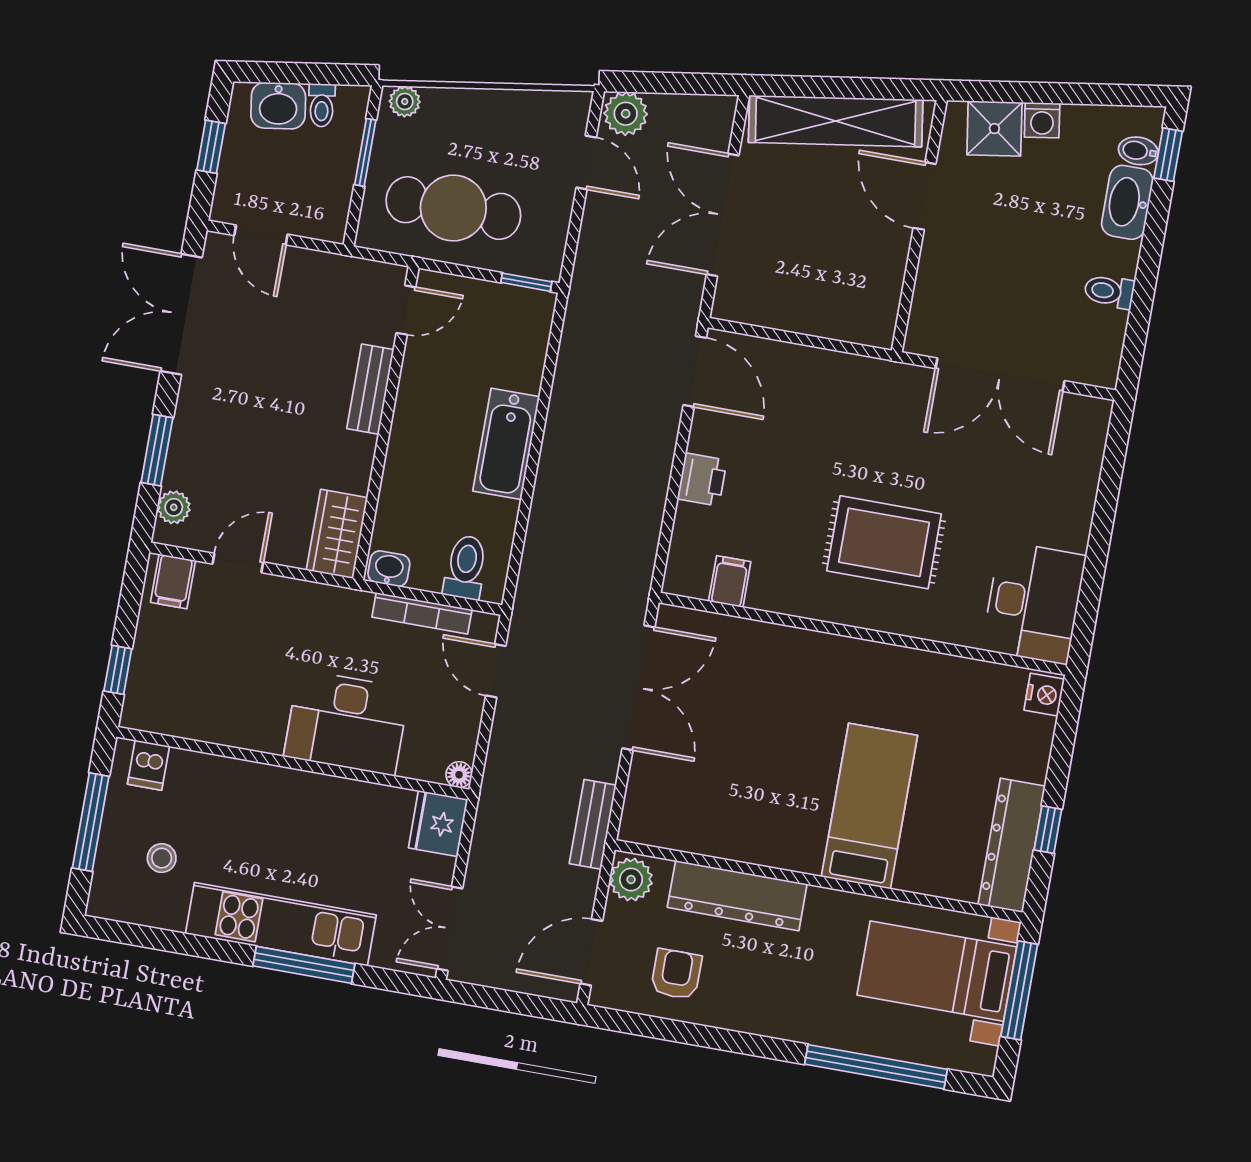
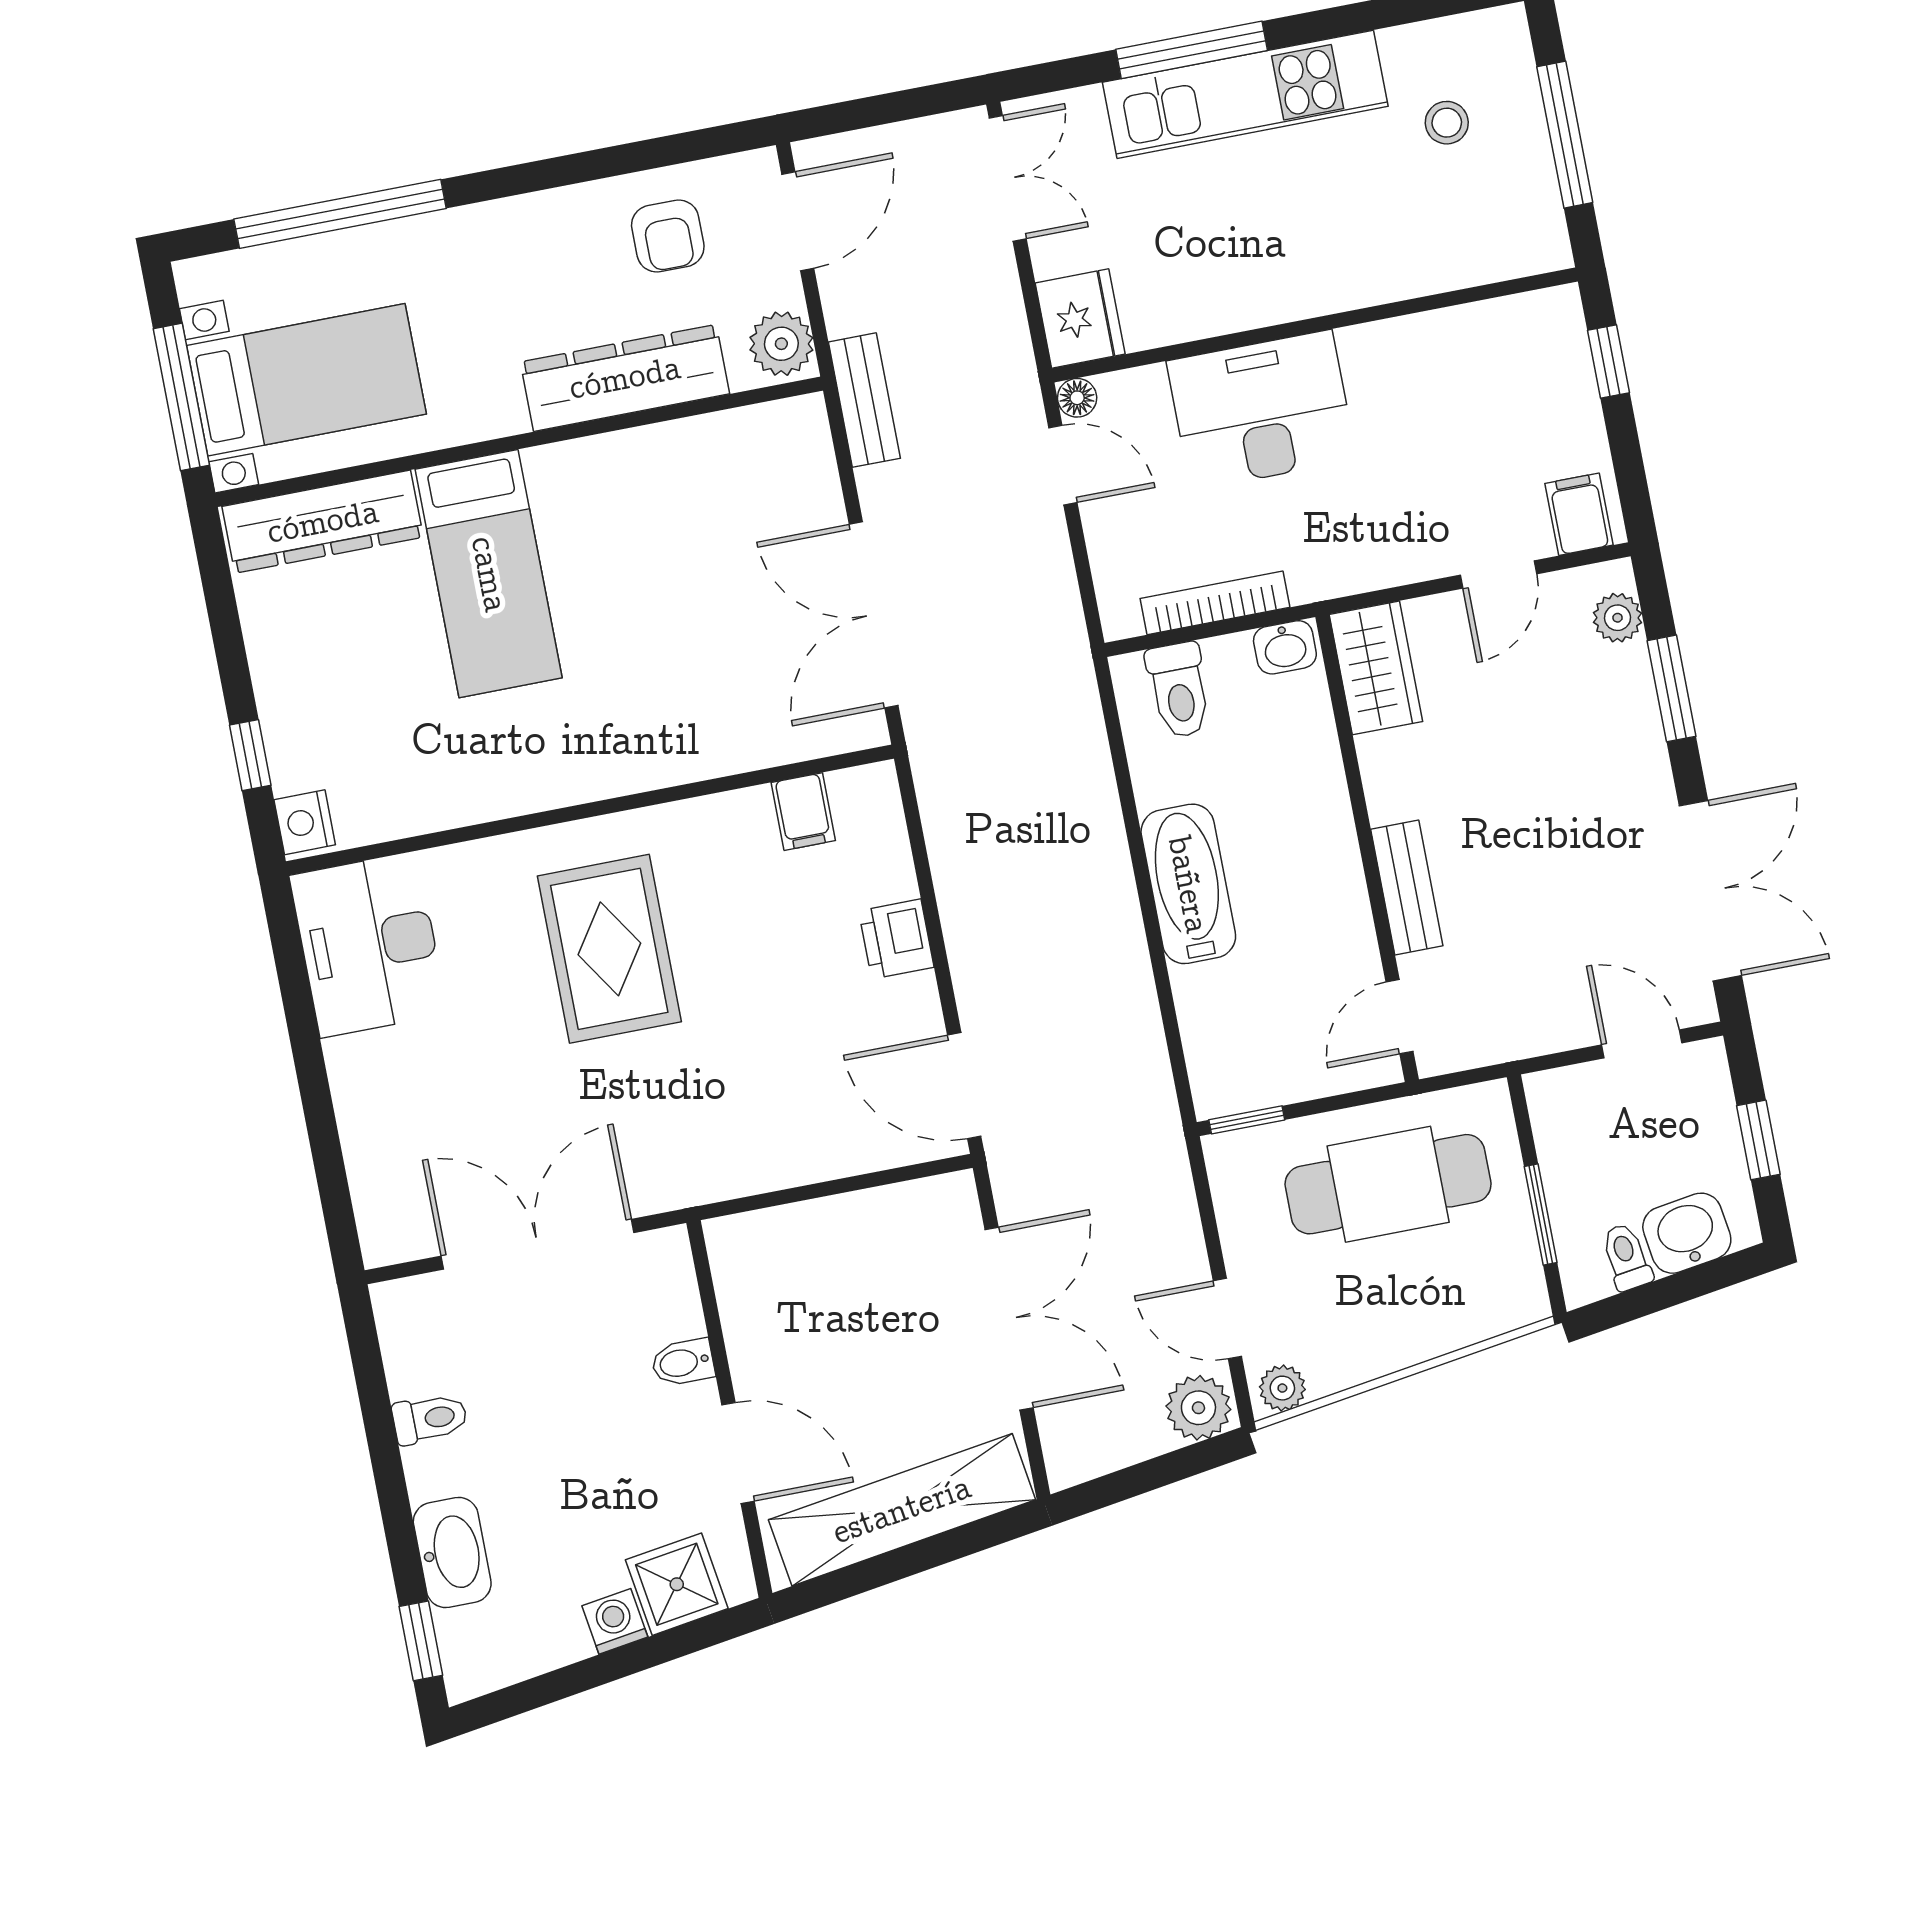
plant: (405, 102) -> (1282, 1388), moved
bidet: (1138, 151) -> (683, 1362), moved, turned 180
rug: (884, 542) -> (609, 949), turned 90
door: (496, 671) -> (1063, 465), moved
dishwasher: (148, 765) -> (1515, 245), removed
window: (1048, 830) -> (250, 755), moved
dresser: (1012, 845) -> (323, 522), moved, turned 90

